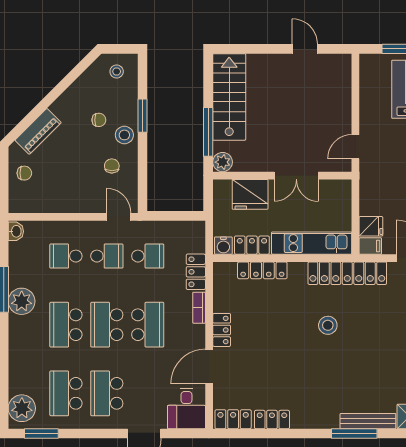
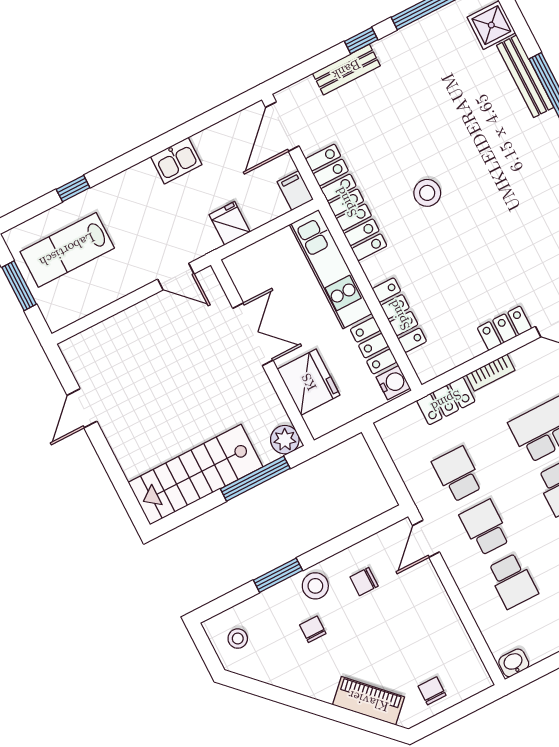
fridge: (371, 226) -> (230, 223), moved

